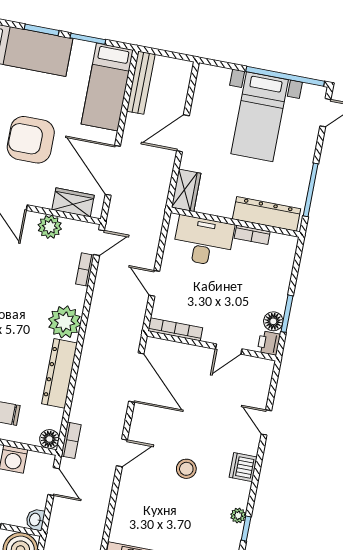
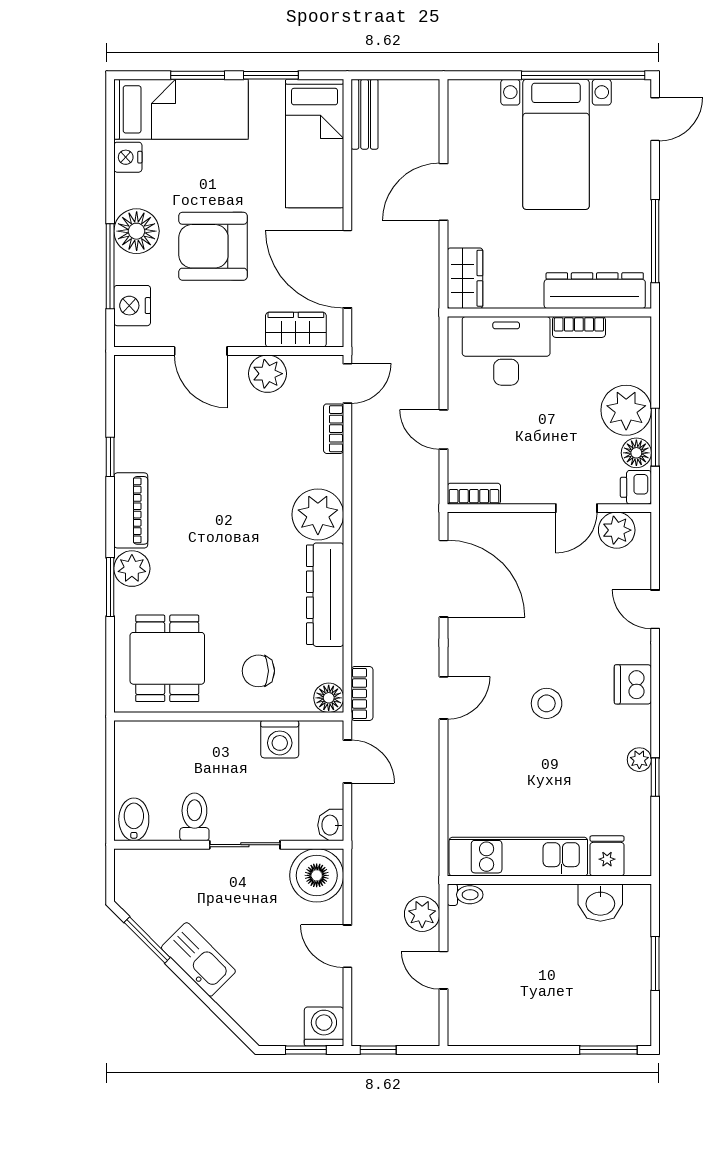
bench: (141, 83) -> (365, 114), width x0.73
plant: (272, 293) -> (626, 410), added
bookcase: (175, 329) -> (474, 494), width x0.64
plant: (252, 368) -> (617, 530), added

